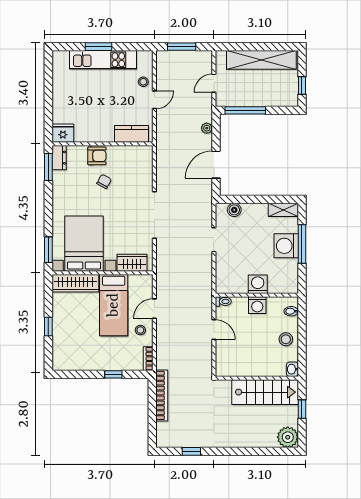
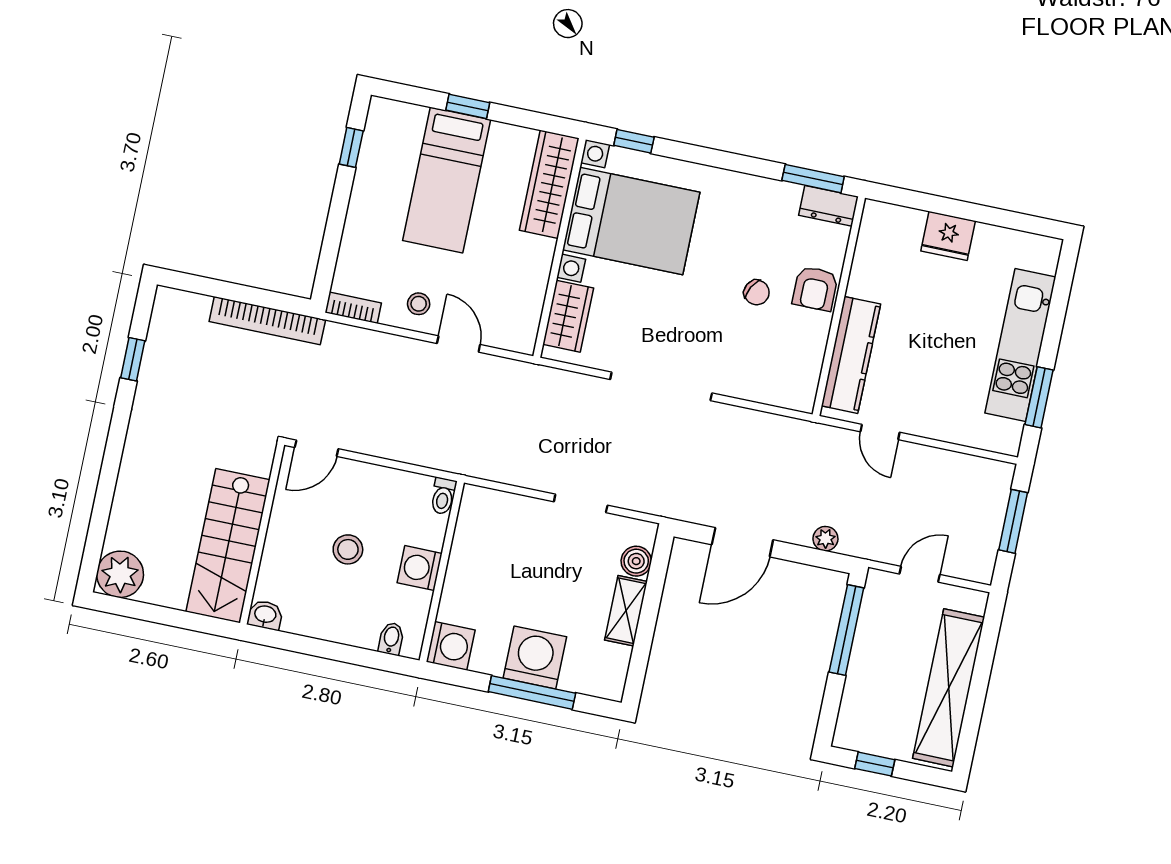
window: (98, 47) -> (1039, 397), moved
stool: (143, 82) -> (955, 422), removed
door: (214, 83) -> (920, 574), hinge flipped
door: (154, 100) -> (880, 432), moved
fridge: (63, 133) -> (948, 236), moved, turned 90
kitchen counter: (131, 134) -> (851, 355), width x1.50
door: (216, 165) -> (742, 542), swing flipped
shelving: (283, 210) -> (626, 611), moved
window: (48, 250) -> (634, 141), width x0.67
washing machine: (258, 284) -> (451, 646), moved
bed: (114, 305) -> (447, 180), moved, turned -90
door: (214, 330) -> (316, 448), moved
stool: (286, 339) -> (348, 549), moved
window: (113, 374) -> (351, 147), moved
window: (302, 409) -> (175, 618), removed

